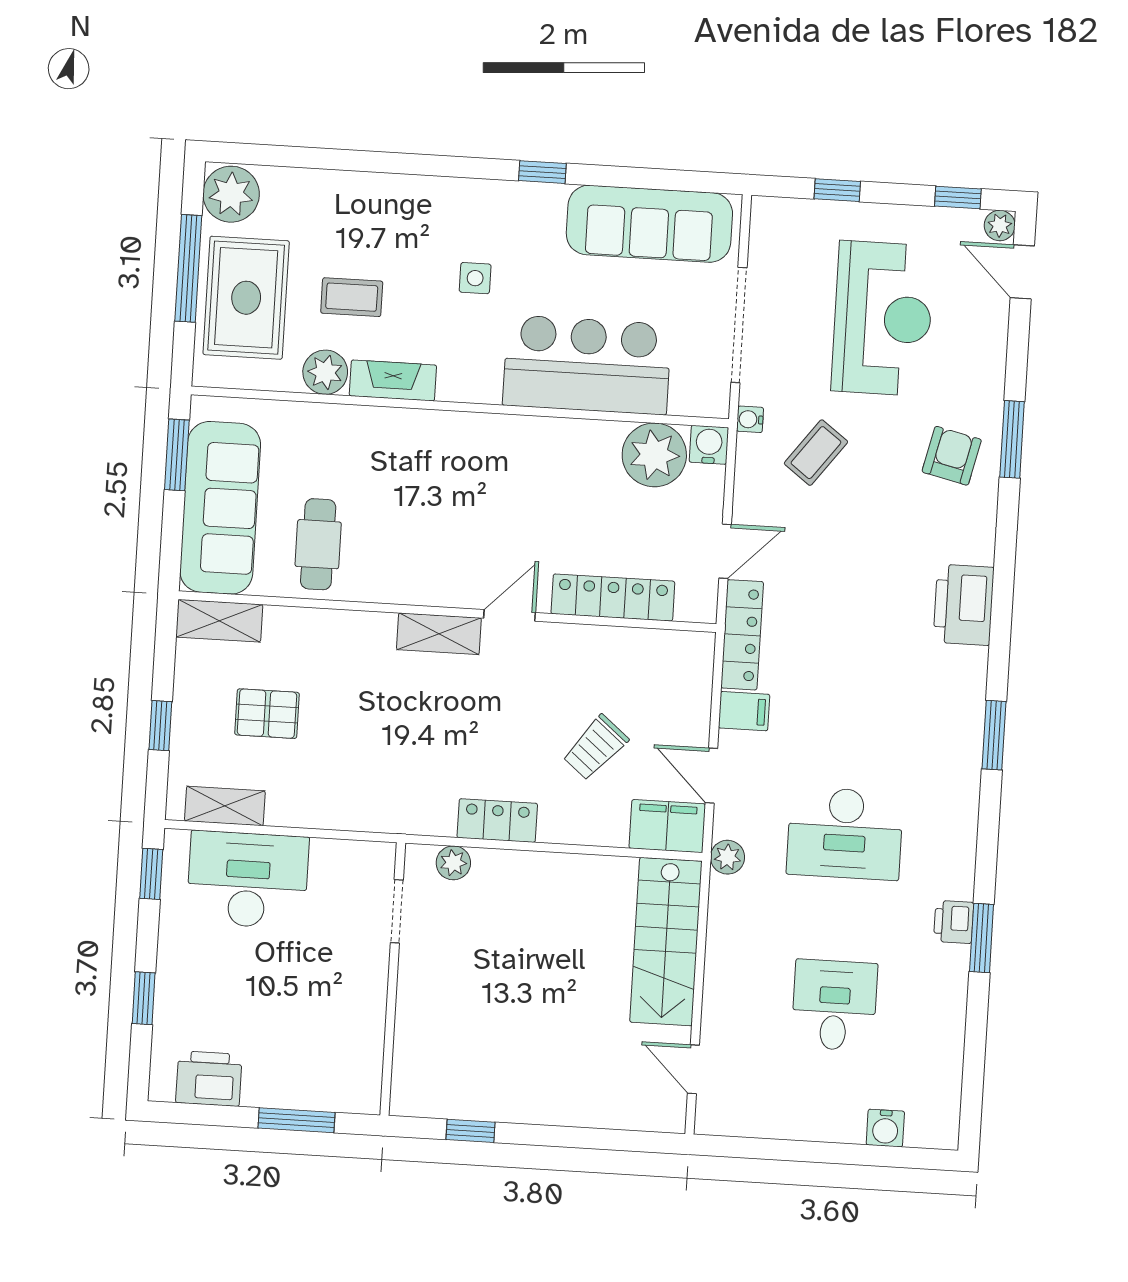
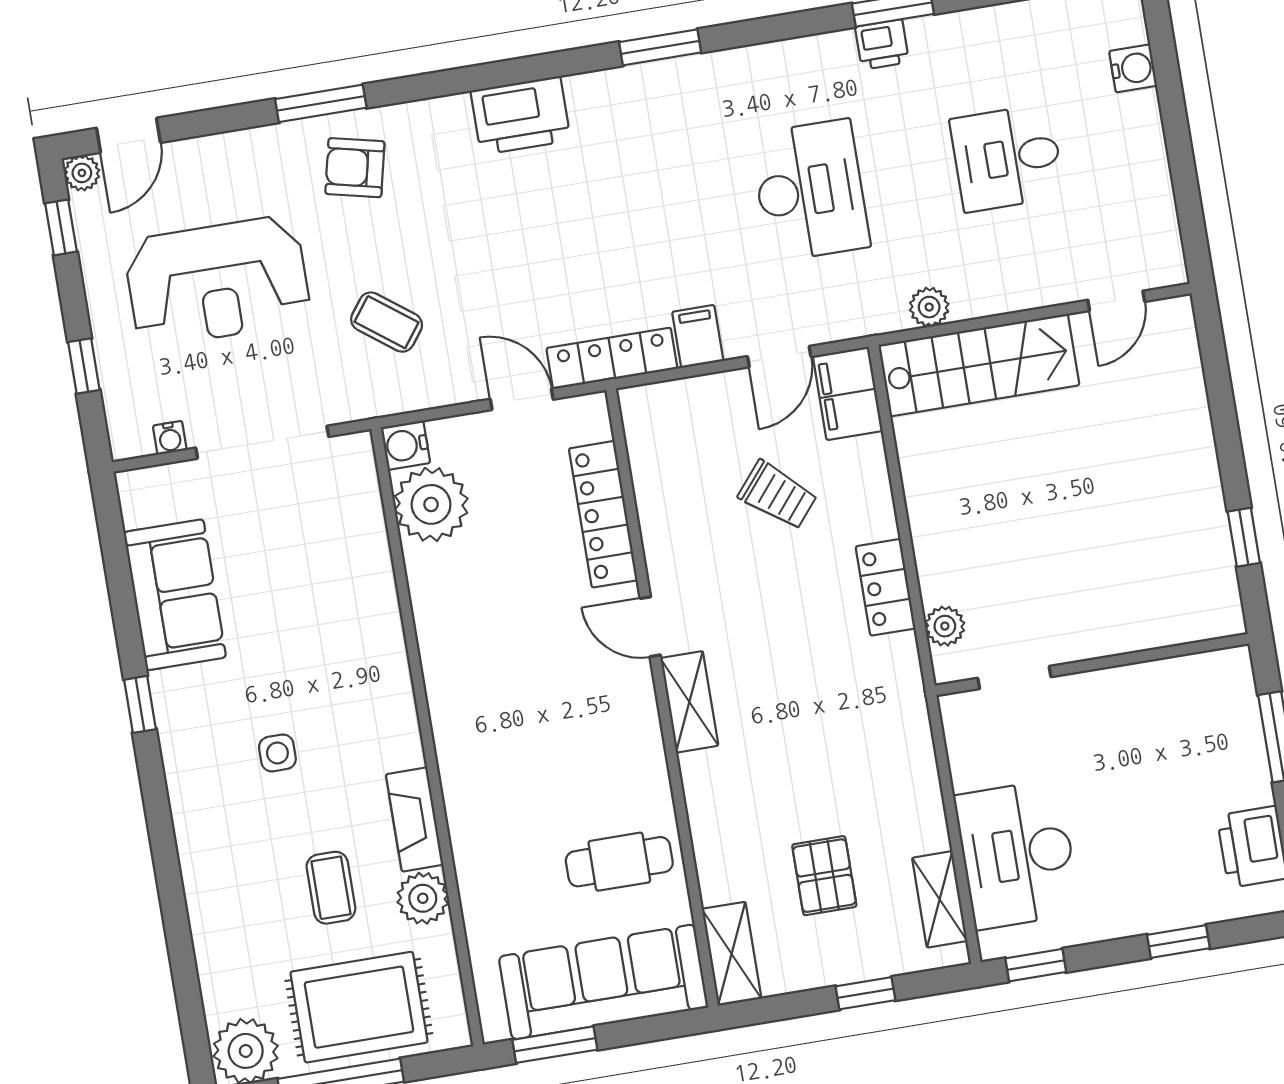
sofa: (649, 224) -> (175, 595), width x0.73
reception desk: (883, 318) -> (217, 281), turned 180
bar counter: (587, 365) -> (347, 604), removed
water cooler: (750, 419) -> (170, 438), moved
plant: (727, 857) -> (929, 307), moved

